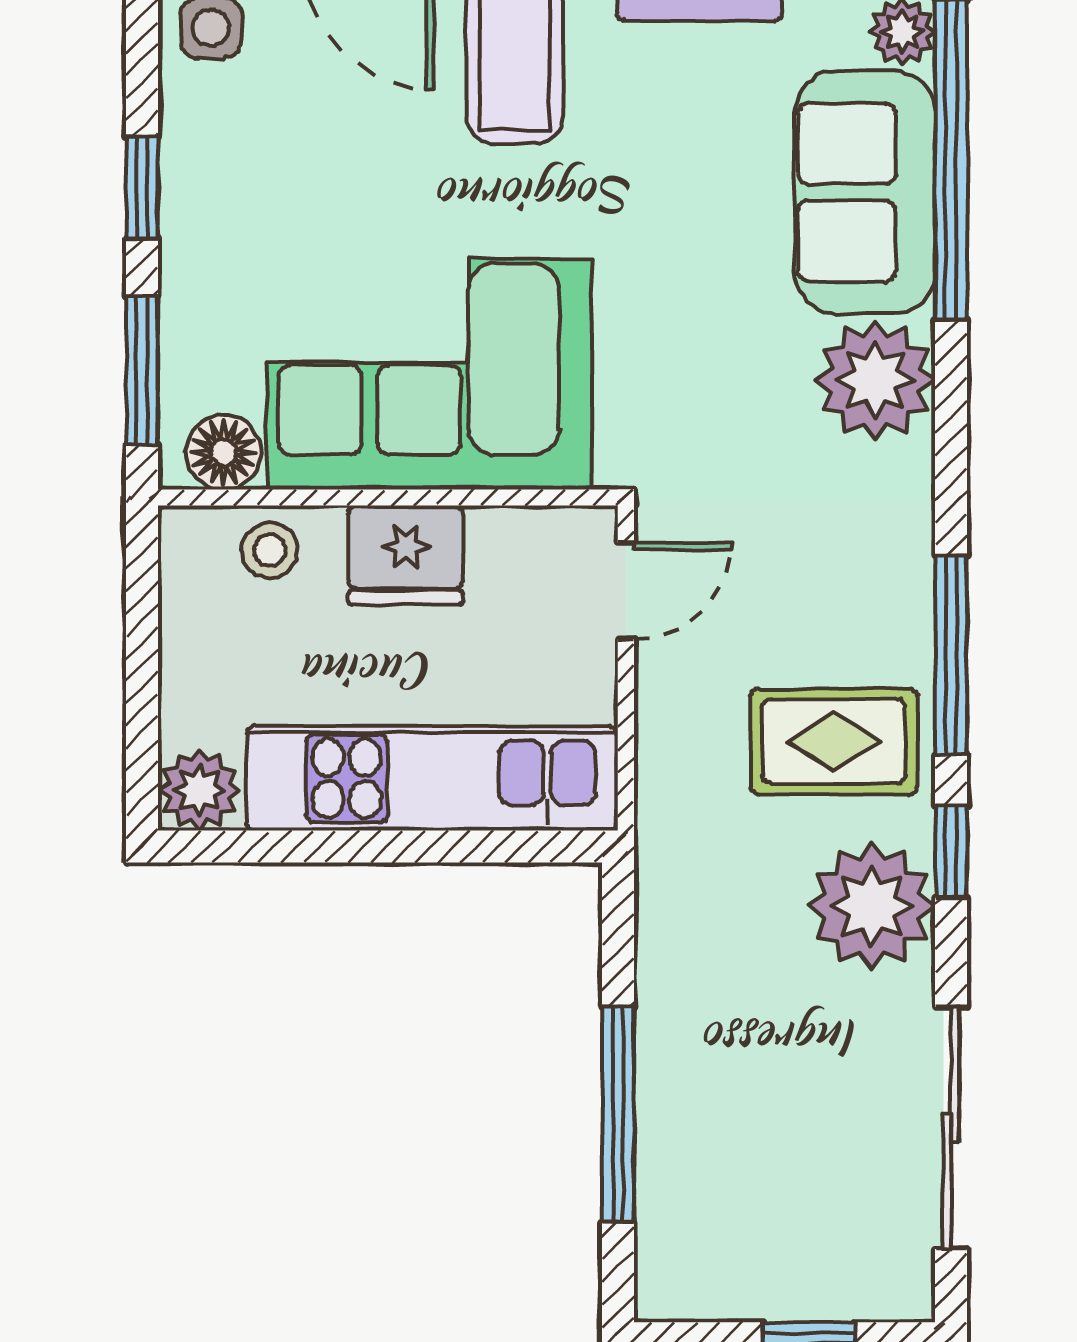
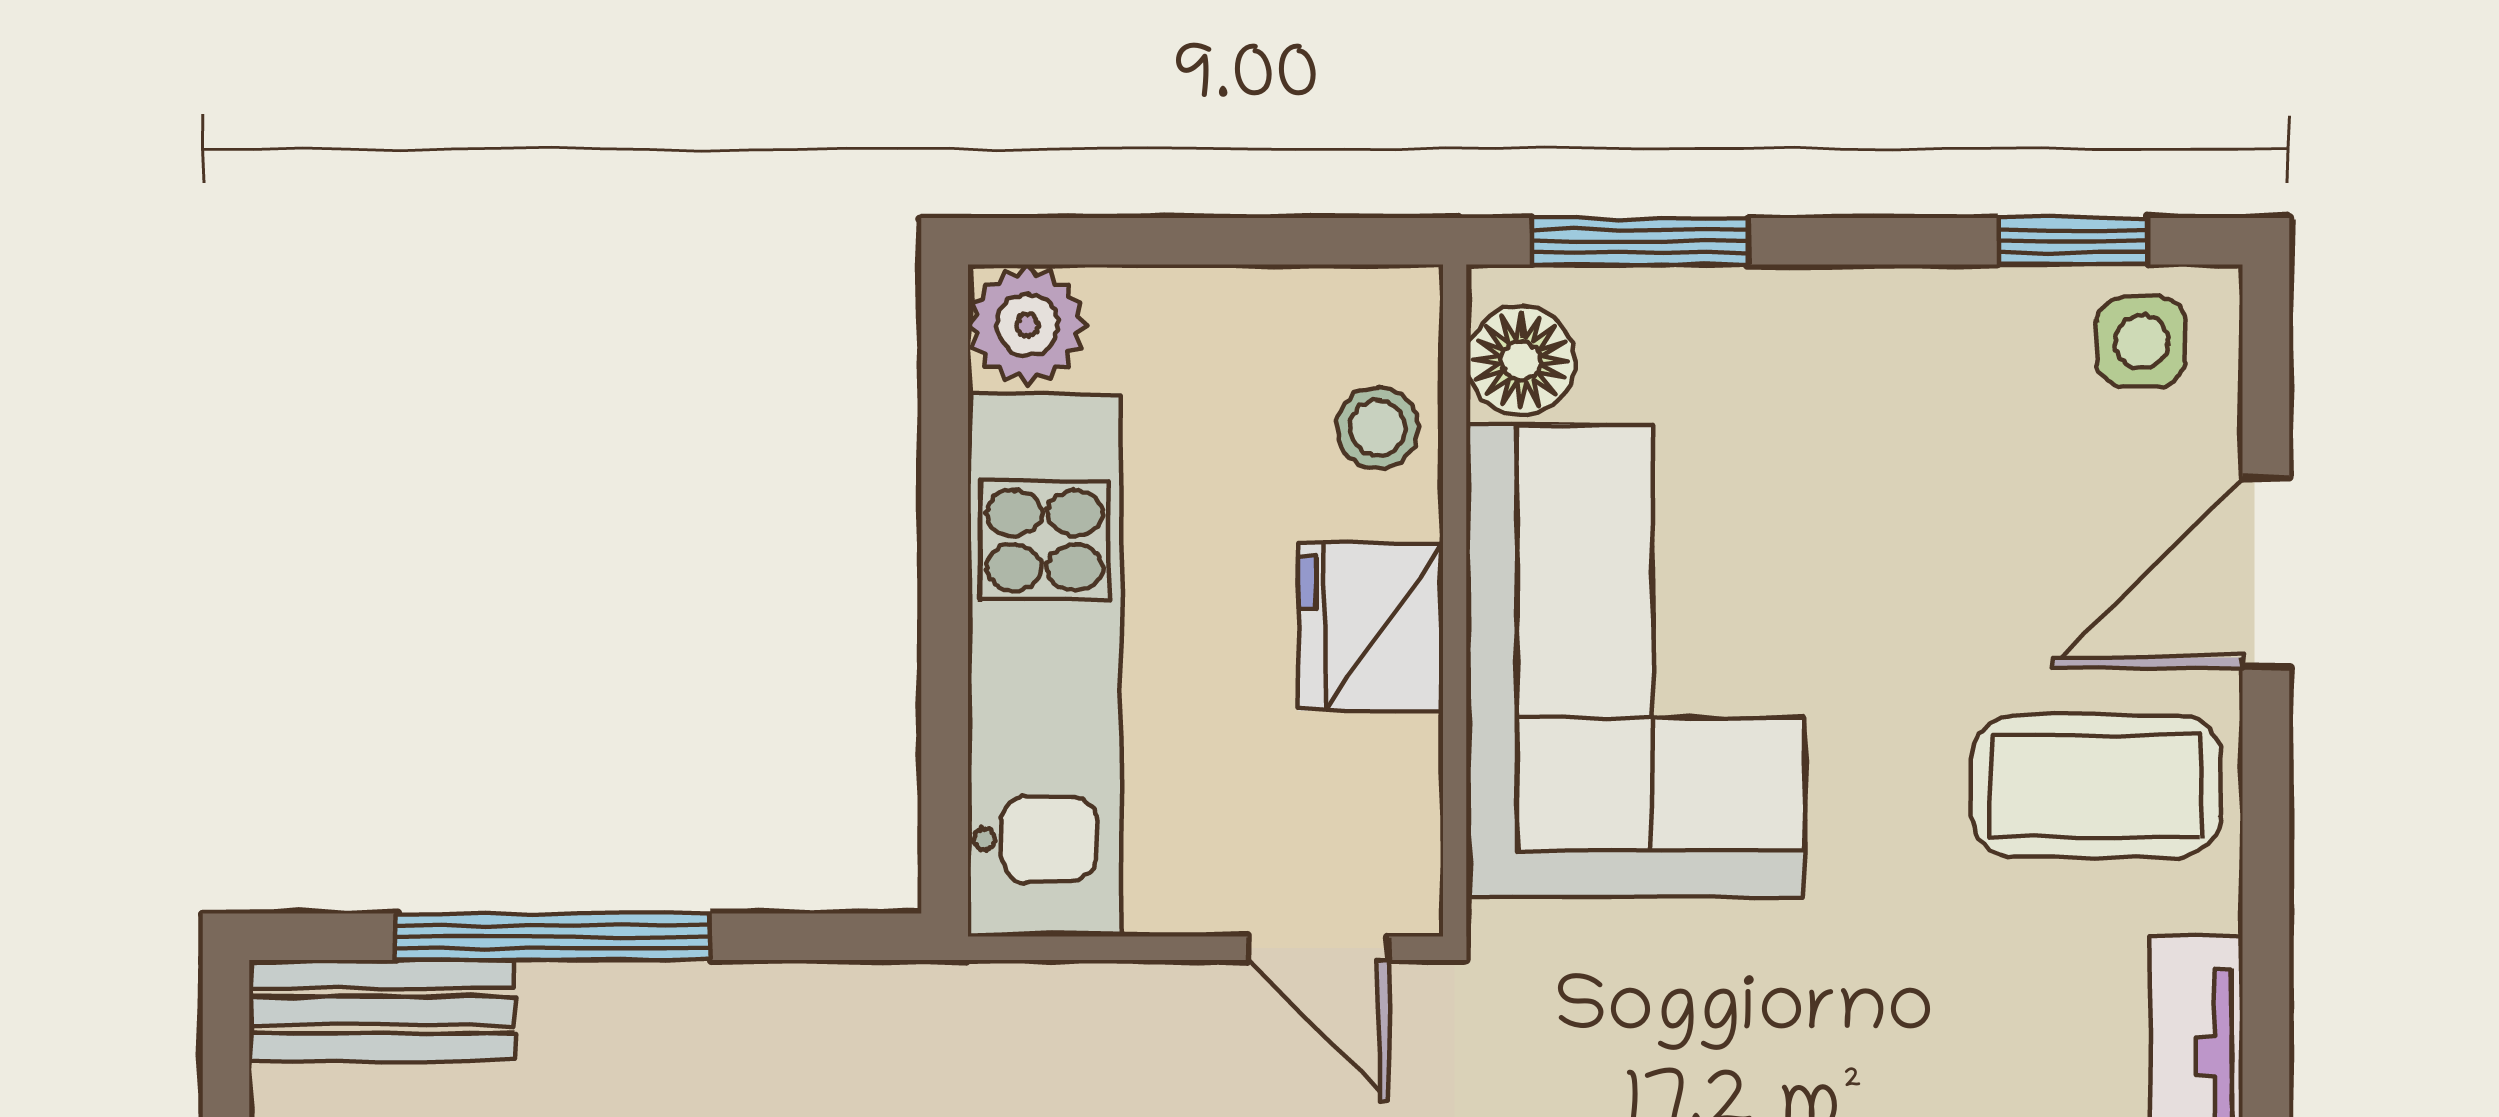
window: (142, 188) -> (2073, 241), moved
bench: (668, 1232) -> (382, 1011), added

